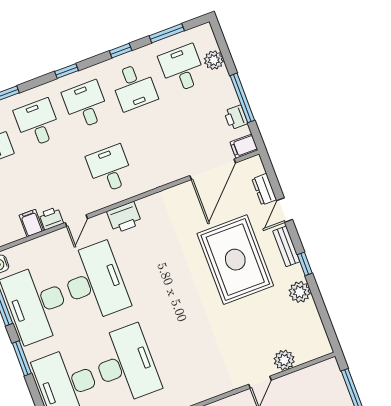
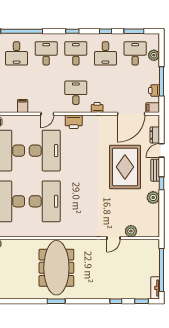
printer: (51, 218) -> (97, 107), moved

